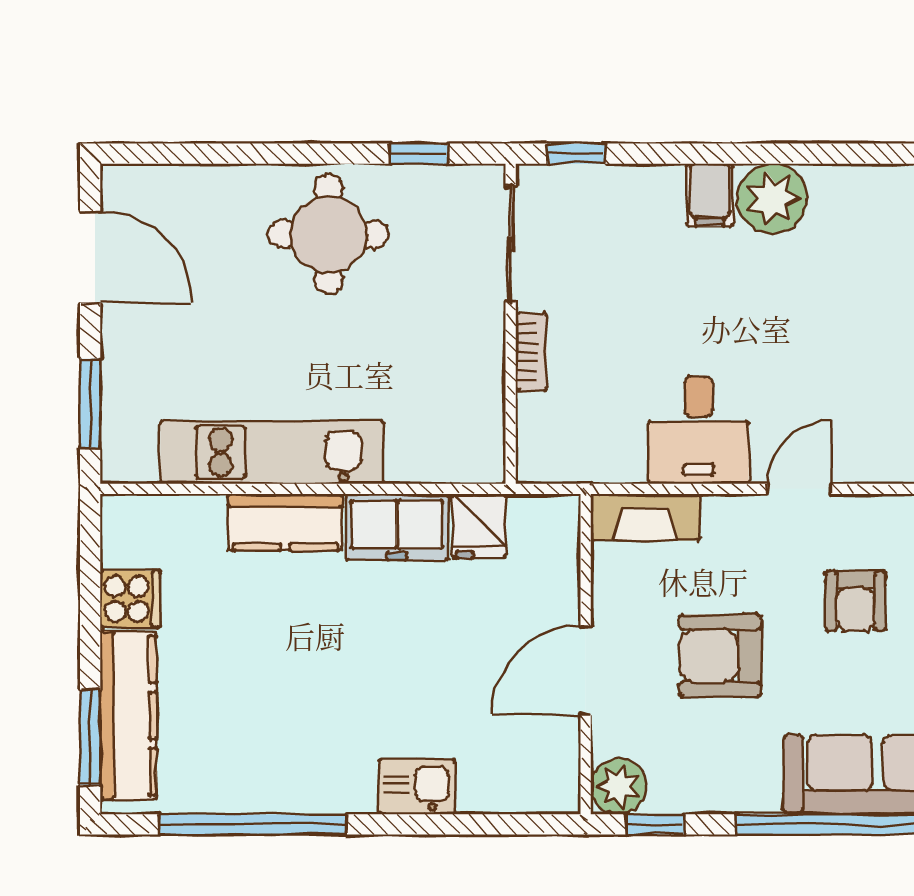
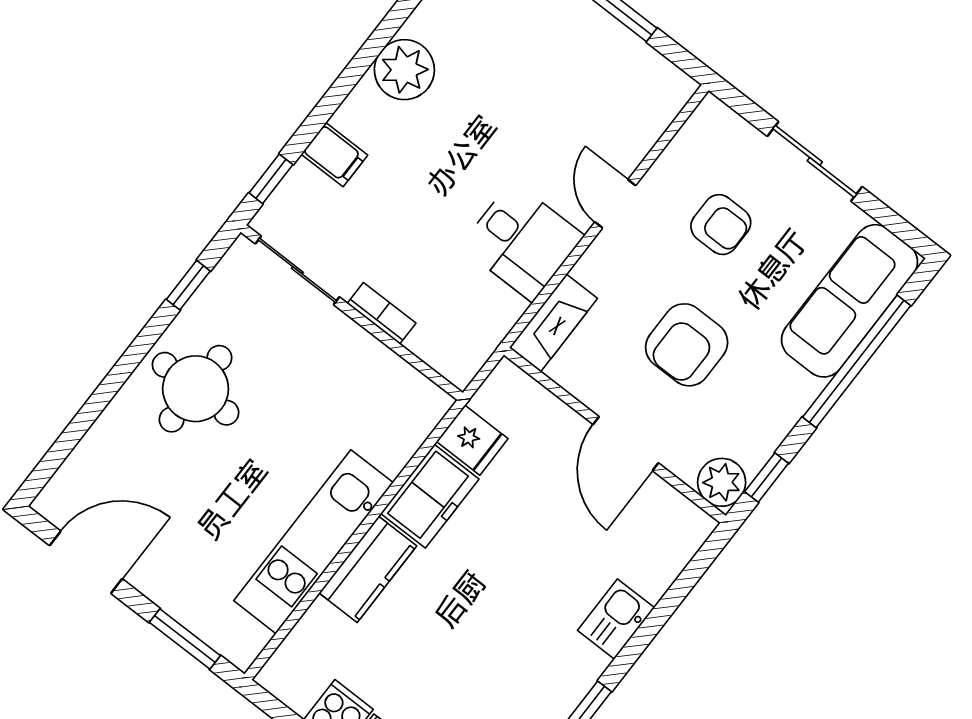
filing cabinet: (710, 195) -> (334, 155), moved

